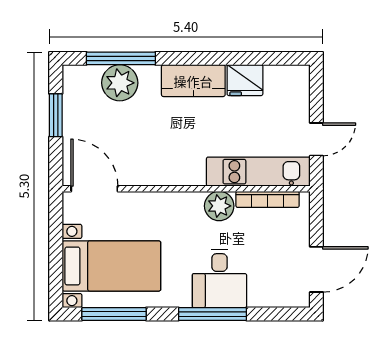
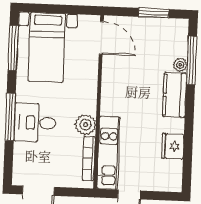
kitchen counter: (193, 81) -> (175, 95), moved
plant: (120, 83) -> (180, 65), width x0.53, depth x0.53
door: (94, 189) -> (101, 38), hinge flipped

